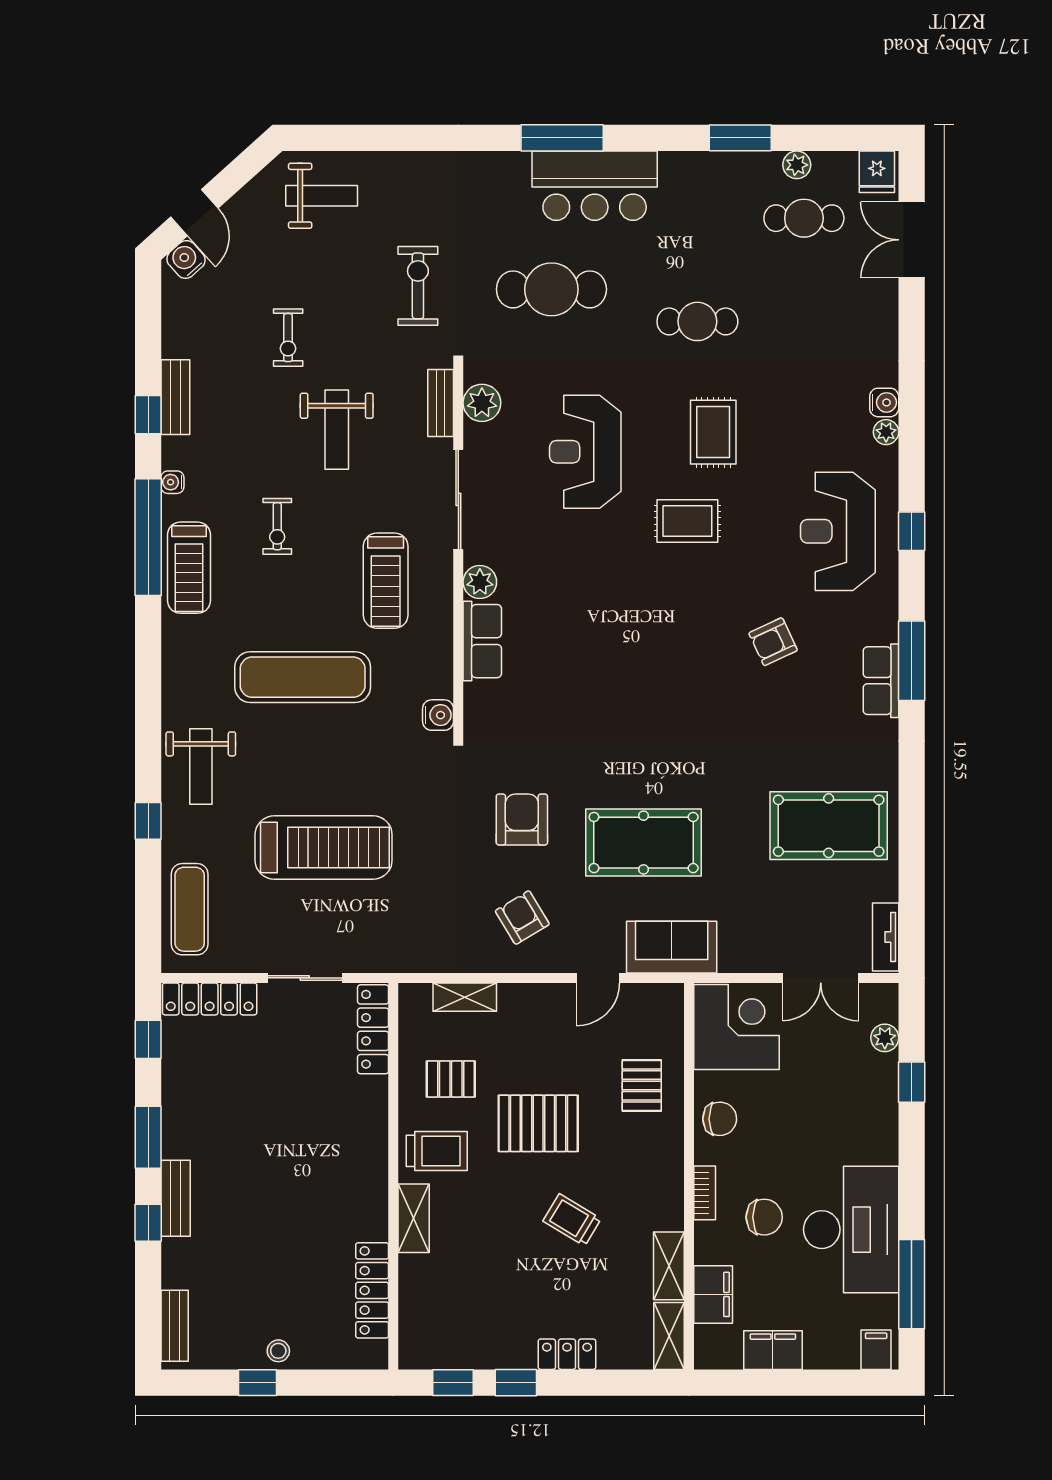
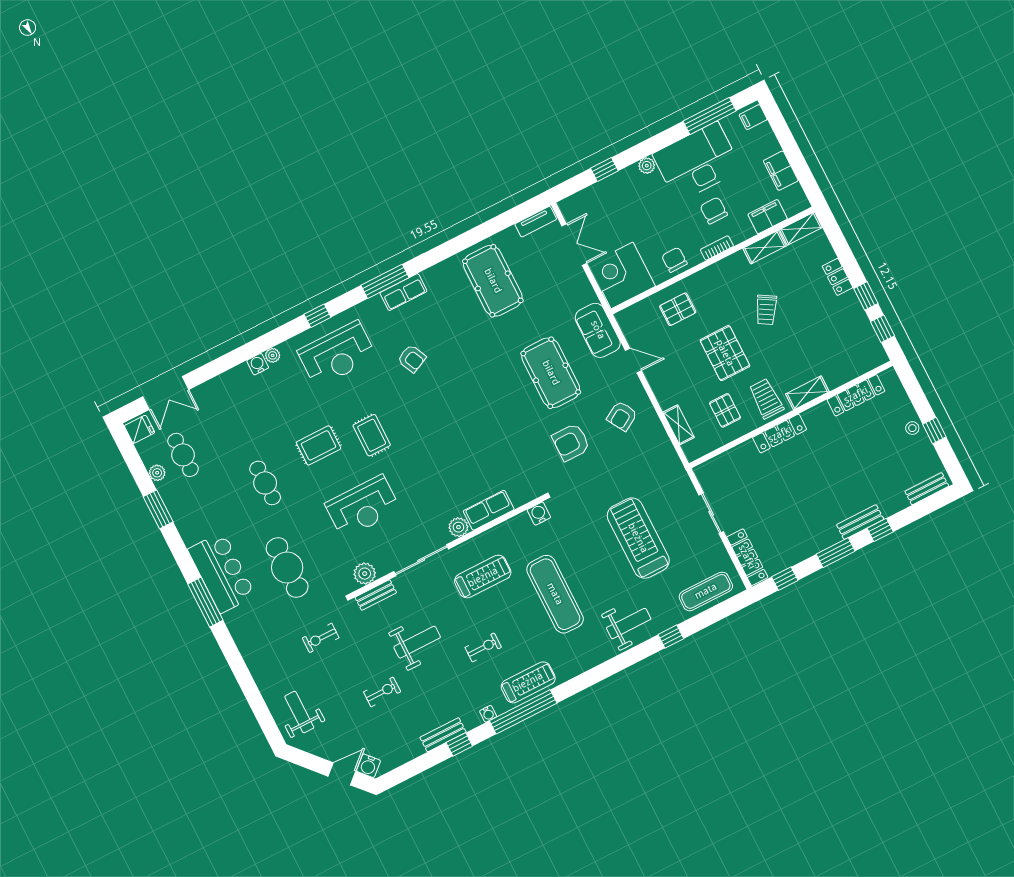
exercise bike: (418, 286) -> (321, 638), width x0.73, depth x0.72
locker: (373, 1029) -> (780, 434), moved
plant: (885, 1038) -> (647, 166), moved

